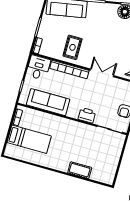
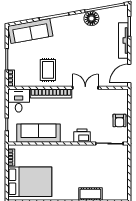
bed: (29, 139) -> (30, 182), width x1.50

